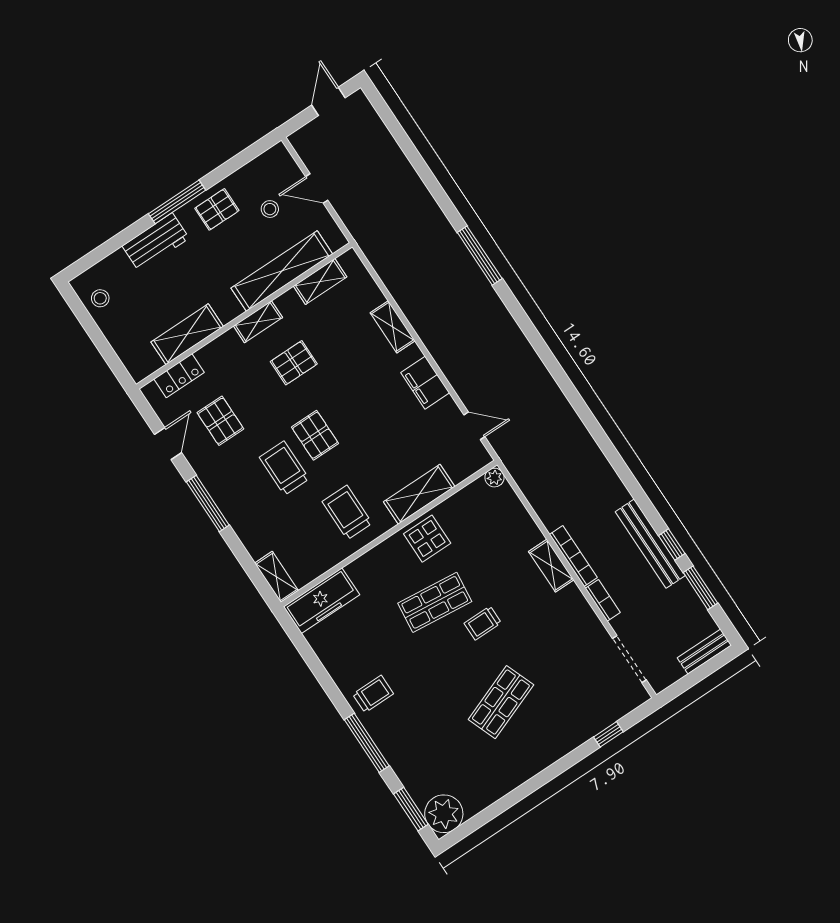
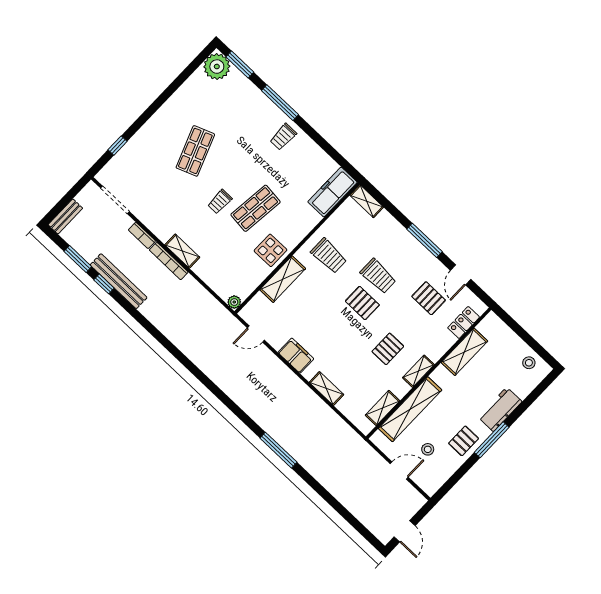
trolley: (483, 623) -> (220, 202), turned 180

